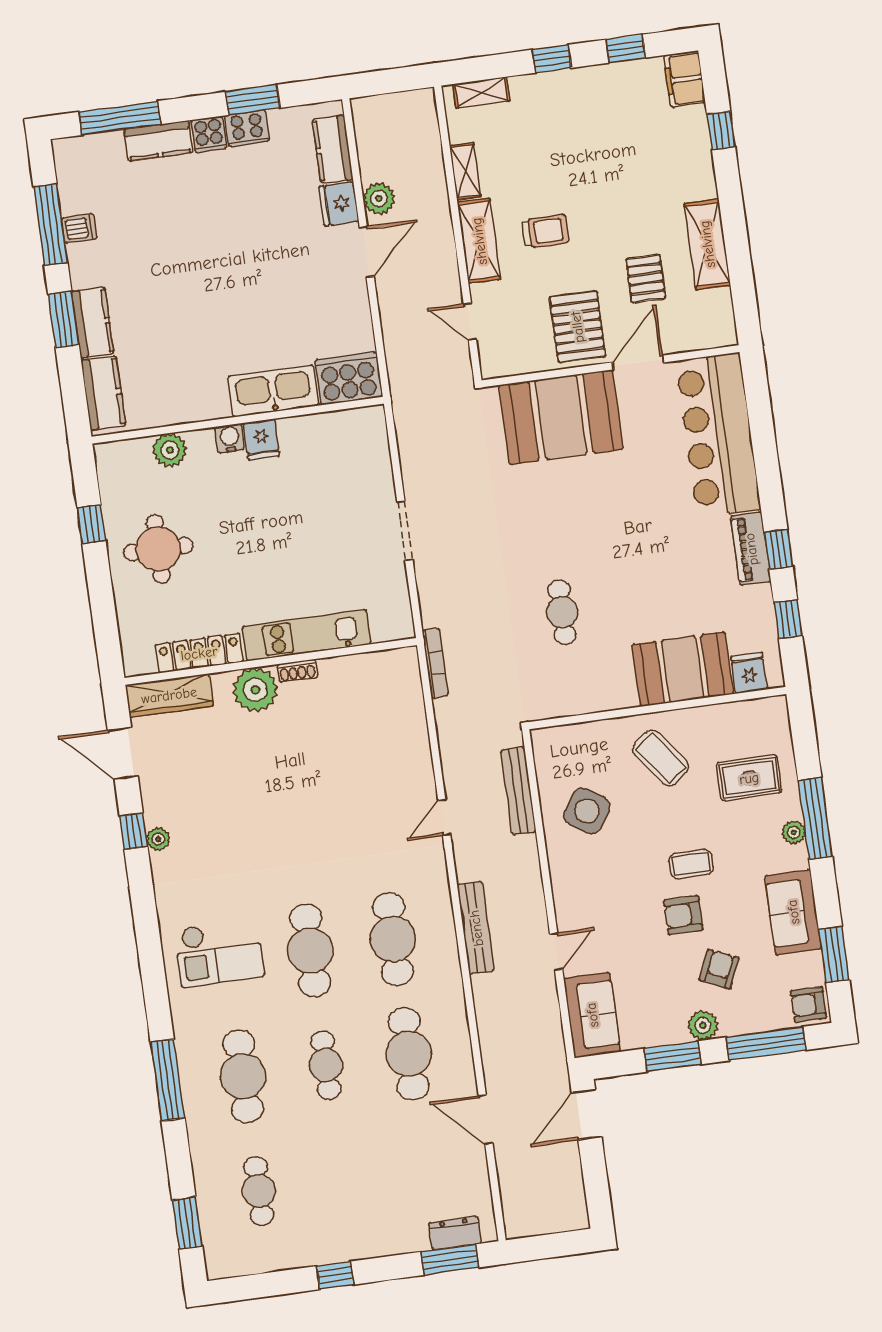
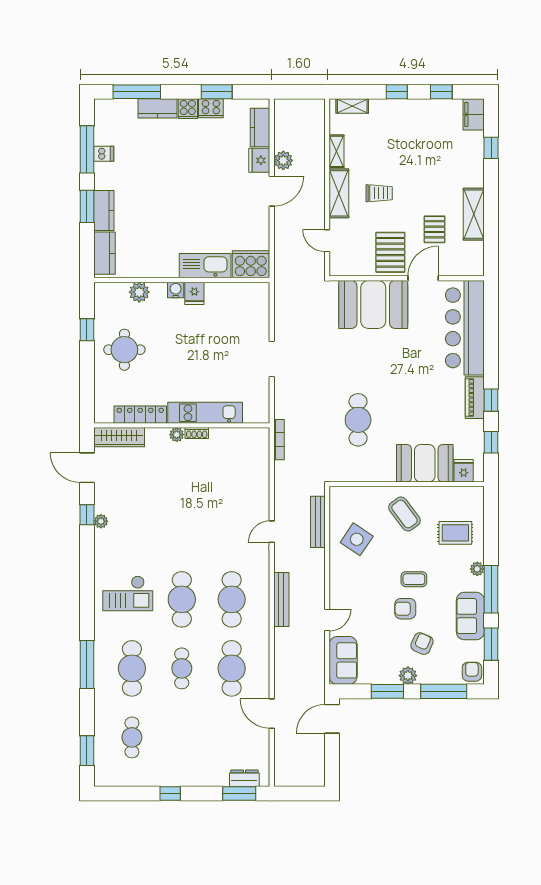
cafe table: (562, 612) -> (358, 420), width x1.37, depth x1.35
plant: (255, 690) -> (177, 435), width x0.53, depth x0.53
window: (815, 818) -> (491, 589), moved
armchair: (808, 1004) -> (472, 672), turned 90

